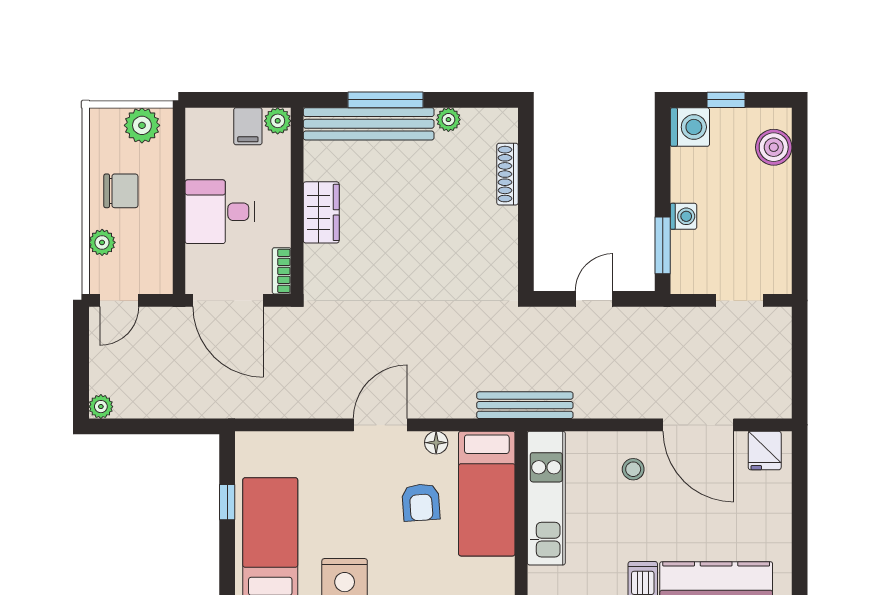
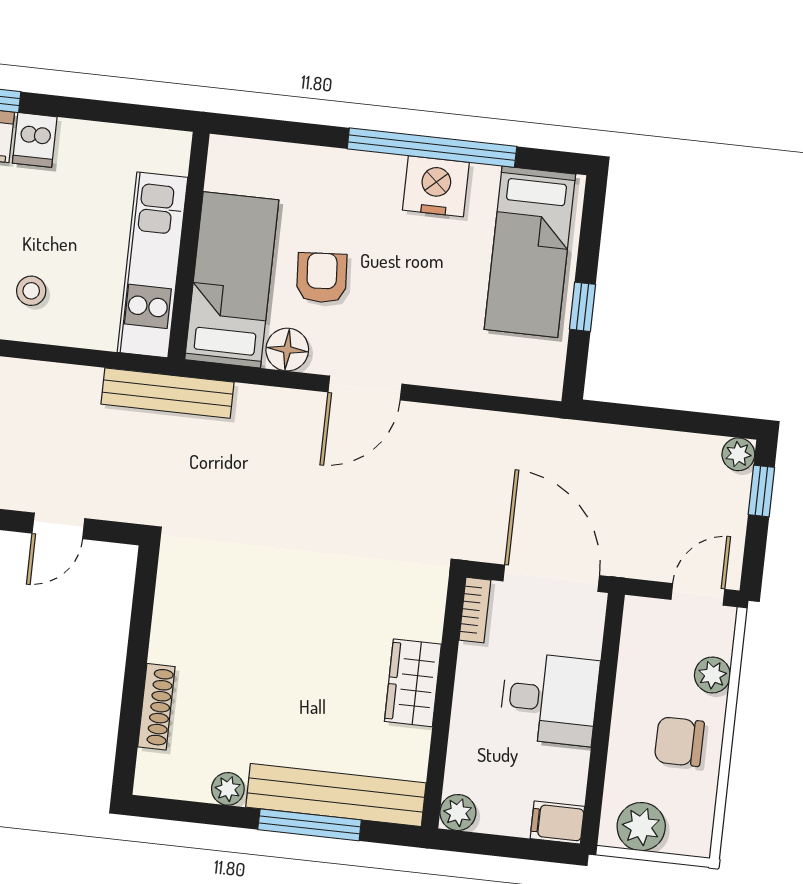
filing cabinet: (248, 126) -> (557, 823), moved, turned -90
window: (81, 381) -> (761, 491), added
floor lamp: (436, 443) -> (287, 350), width x1.37, depth x1.37

